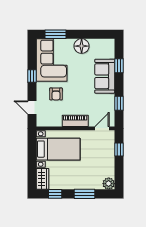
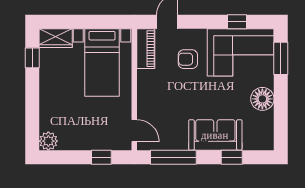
window: (32, 76) -> (237, 22), moved
window: (119, 103) -> (173, 157), width x2.17
piano: (75, 121) -> (146, 49), moved
window: (84, 194) -> (32, 103), removed

